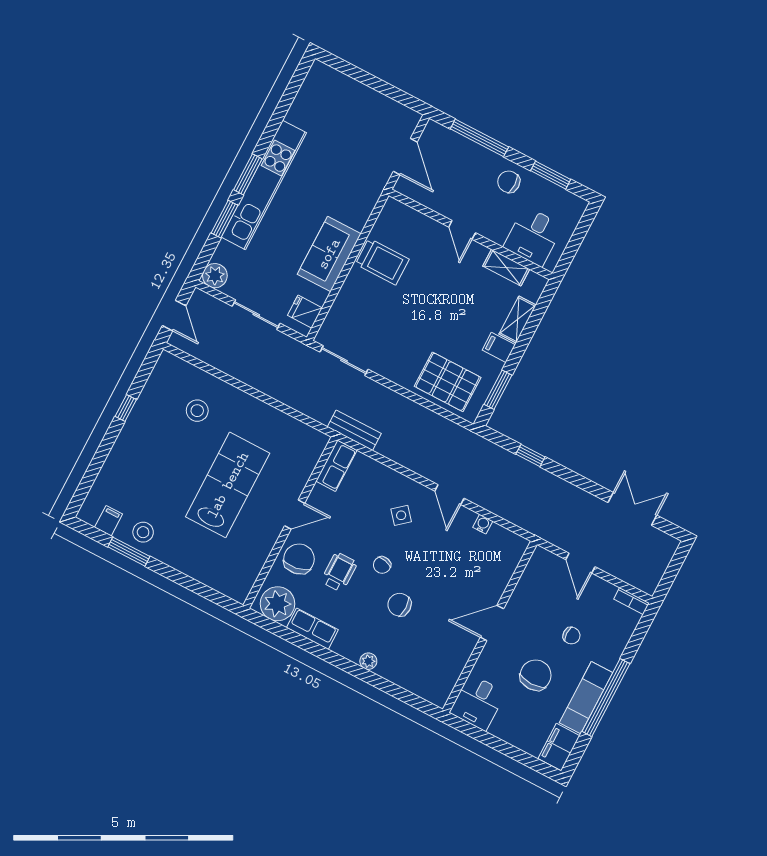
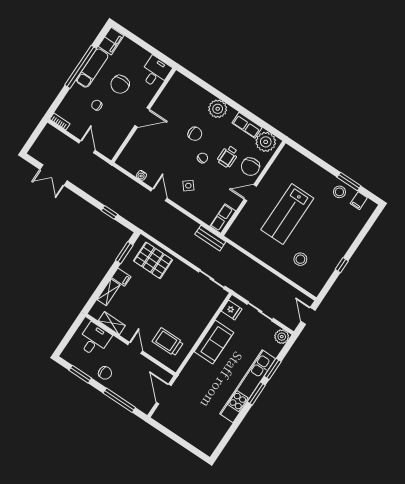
trolley: (382, 262) -> (168, 342), moved
plant: (368, 661) -> (218, 109), width x1.87, depth x1.87

